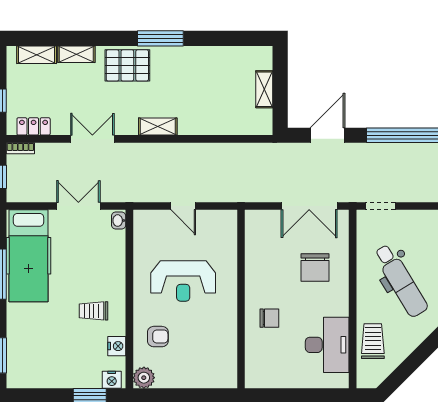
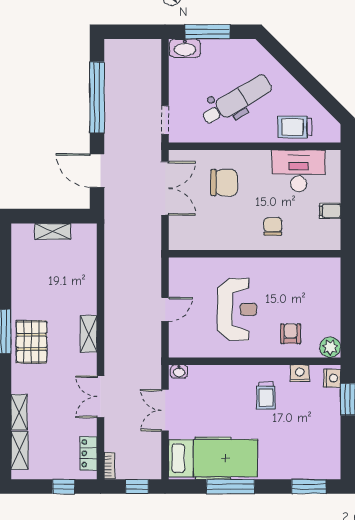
pallet: (127, 65) -> (31, 342), moved
filing cabinet: (286, 378) -> (330, 211), added

